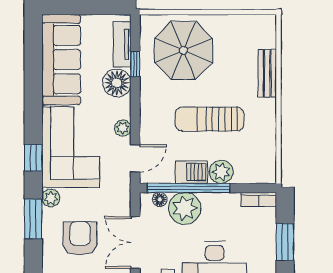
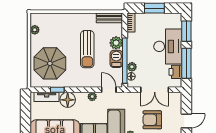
plant: (245, 23) -> (35, 30), added
bench: (267, 73) -> (109, 18), moved
plant: (185, 208) -> (132, 67), width x0.53, depth x0.53

